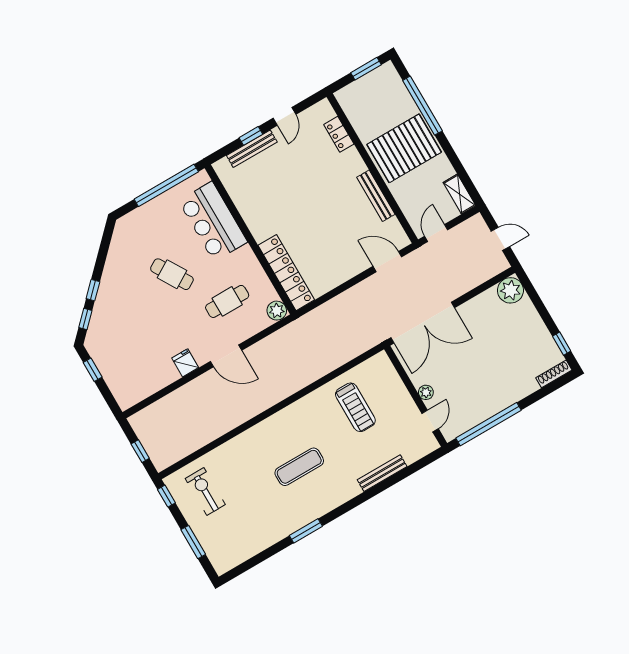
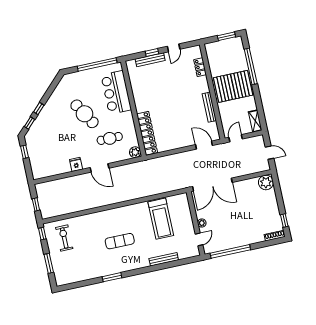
cafe table: (172, 274) -> (85, 114), width x1.37, depth x1.35
treadmill: (355, 407) -> (161, 219), width x1.37, depth x1.38

